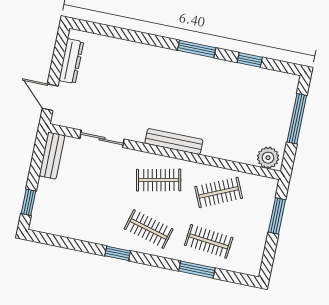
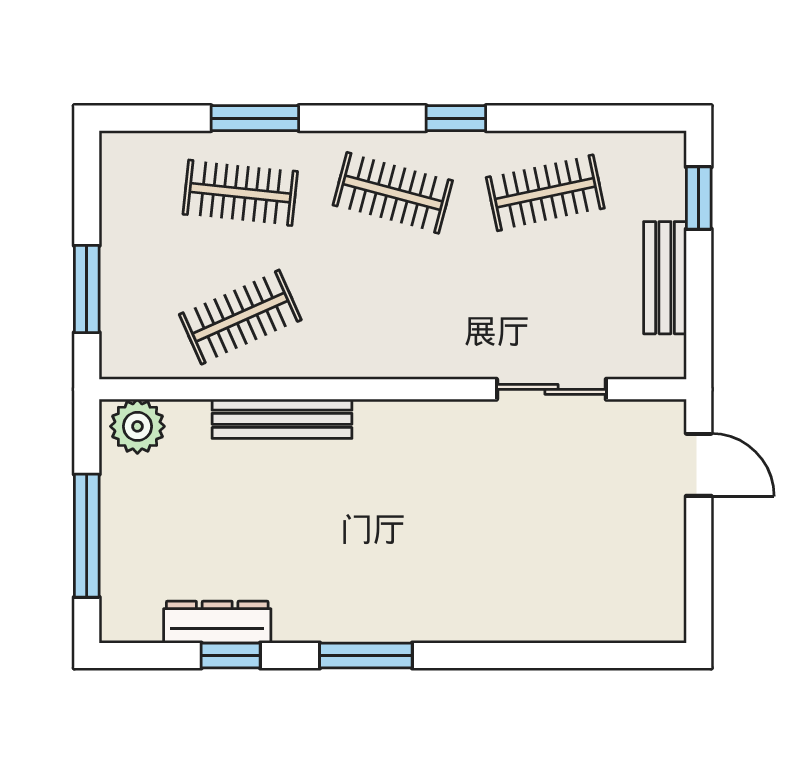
dresser: (71, 61) -> (217, 622), moved, turned 90
bench: (174, 141) -> (282, 419), moved
bench: (52, 156) -> (665, 278), moved
clothes rail: (159, 180) -> (545, 193), moved

